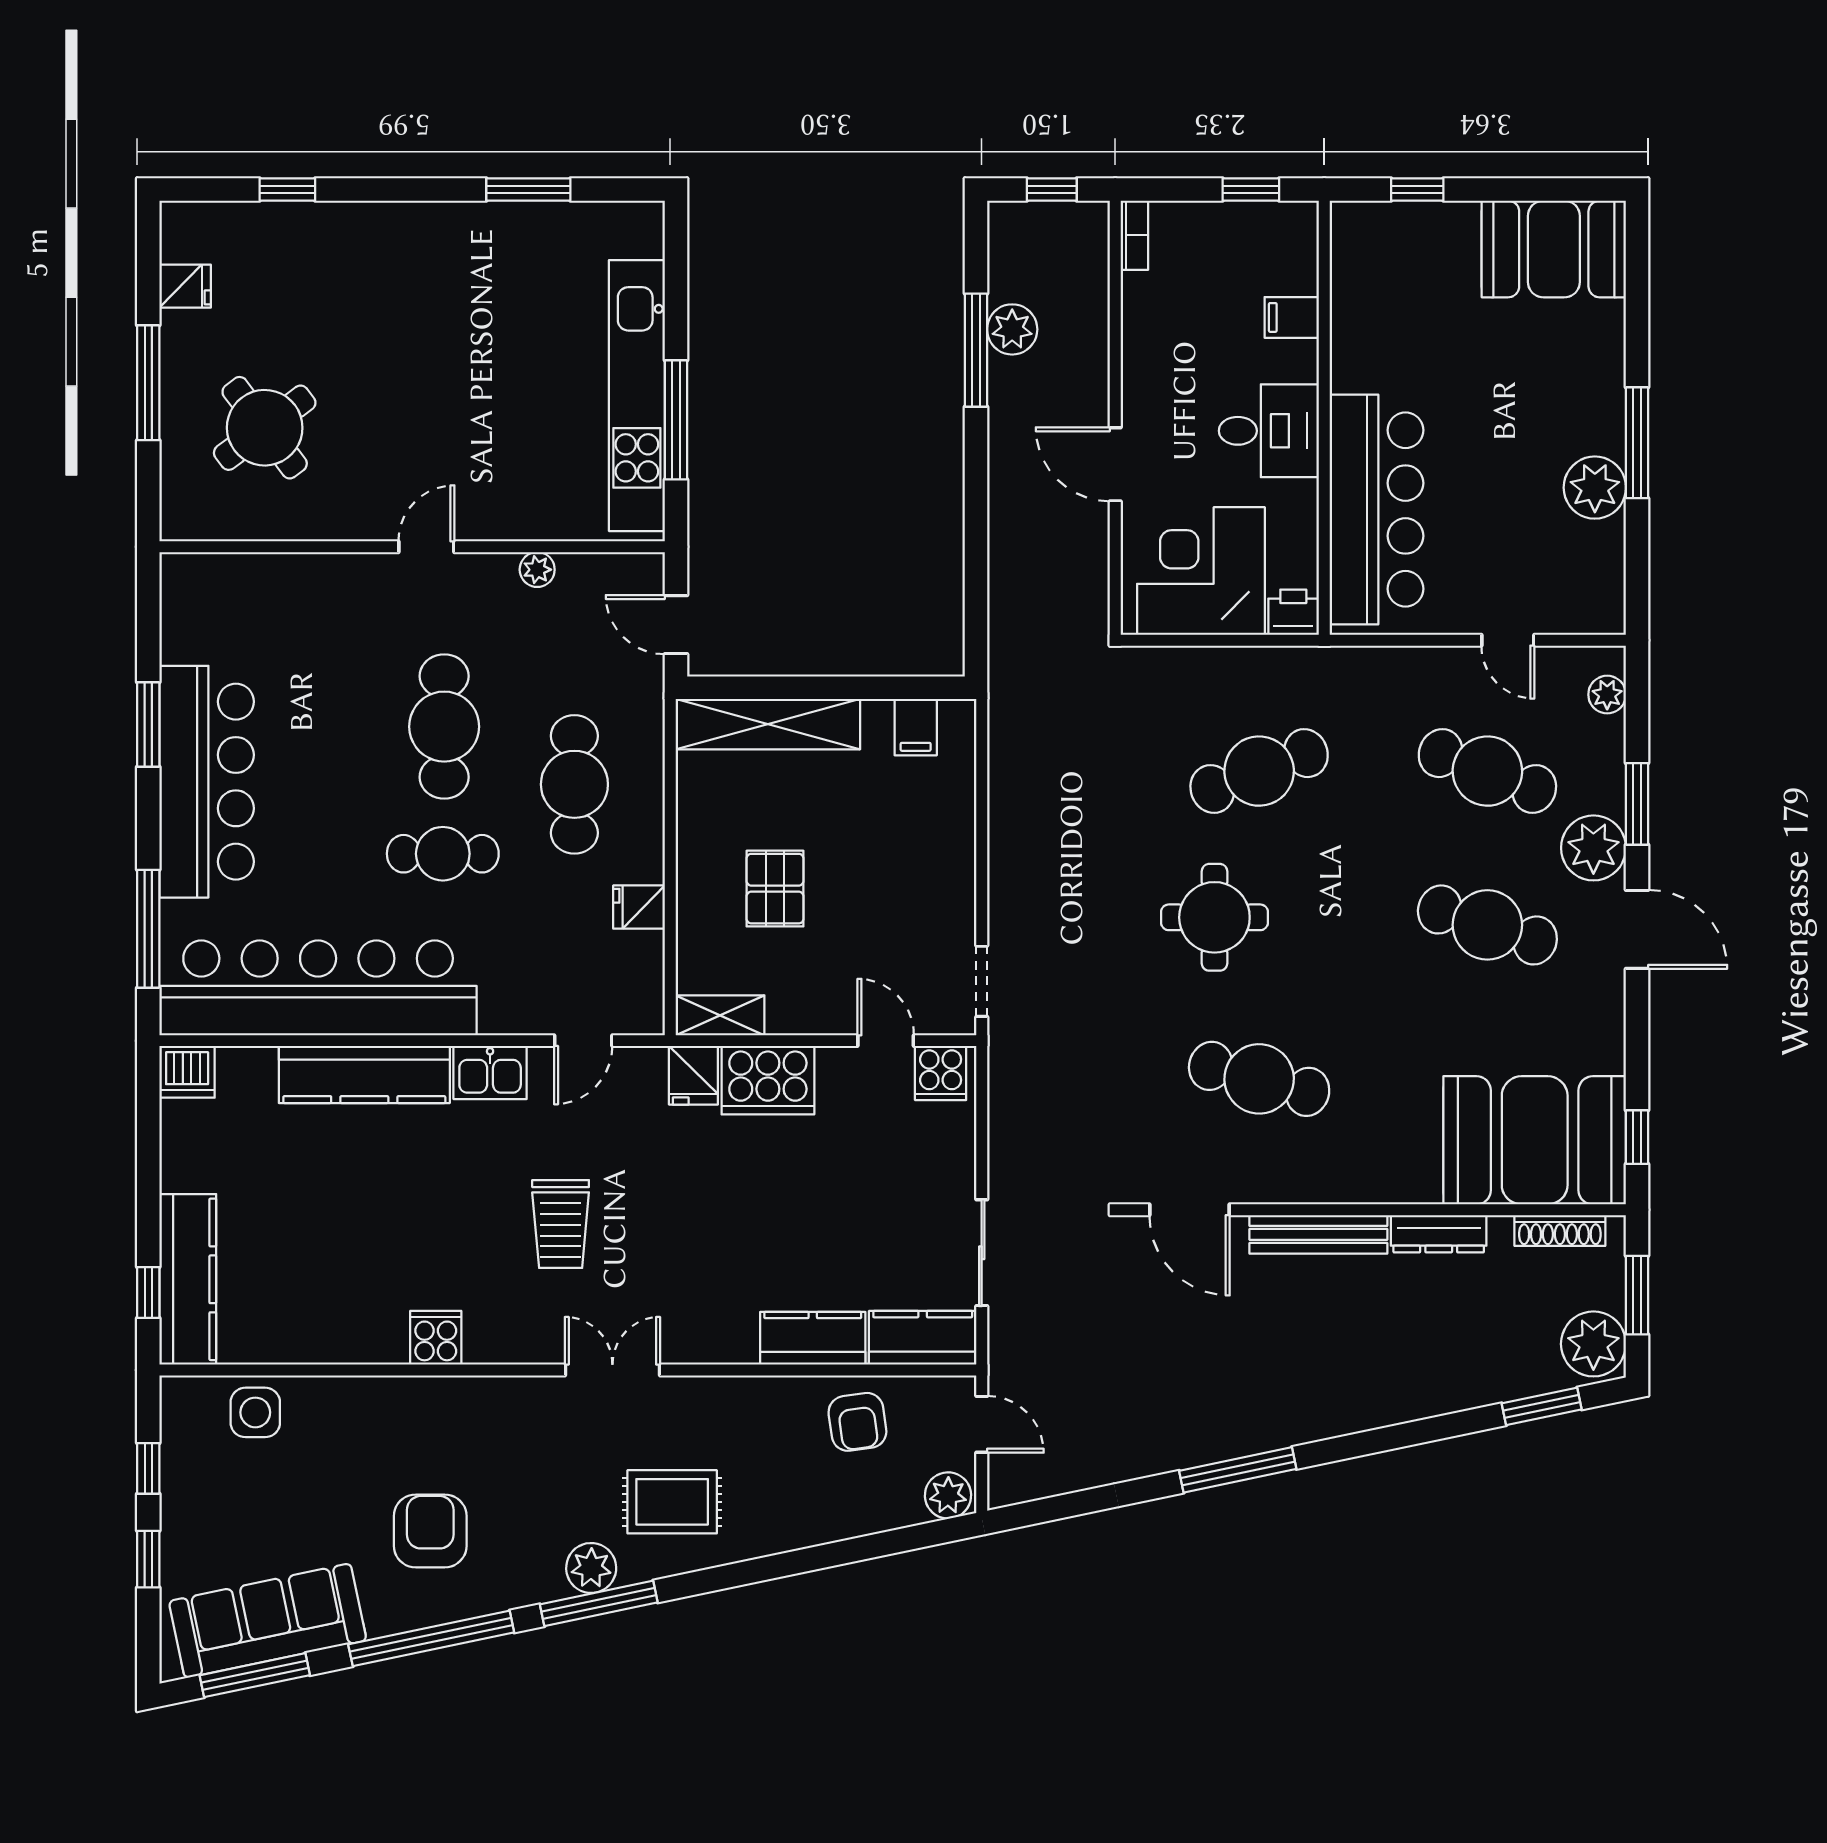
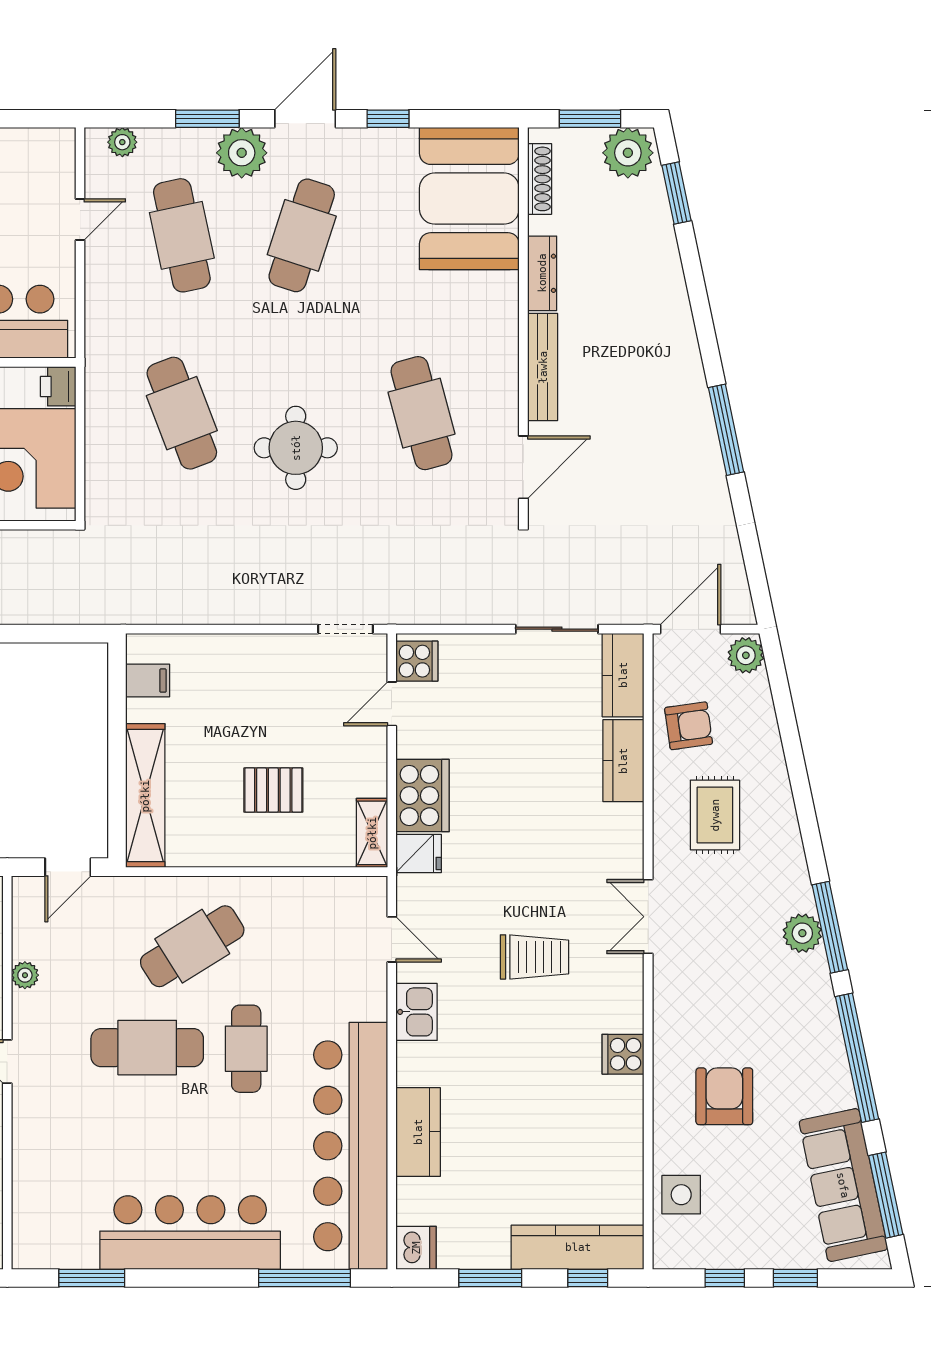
window: (148, 724) -> (92, 1278), moved
cafe table: (1487, 771) -> (182, 235), turned -33
cafe table: (574, 784) -> (192, 946), turned -32
fridge: (639, 907) -> (288, 896), removed
kitchen counter: (364, 1074) -> (418, 1132), width x0.67
cafe table: (1259, 1079) -> (422, 413), turned -30
window: (1637, 1137) -> (388, 119), moved
window: (148, 1167) -> (490, 1278), added
door: (982, 1424) -> (690, 629), width x1.38
rug: (672, 1502) -> (715, 815), moved
armchair: (430, 1531) -> (724, 1096), moved, turned 90

